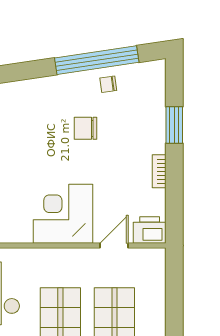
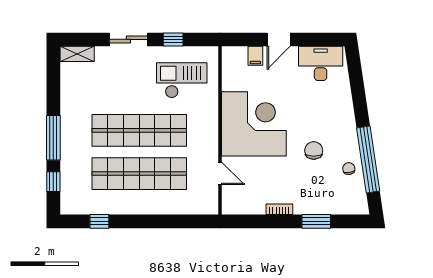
corner desk: (63, 214) -> (254, 124), width x1.36, depth x1.36
printer: (150, 230) -> (232, 202), removed

